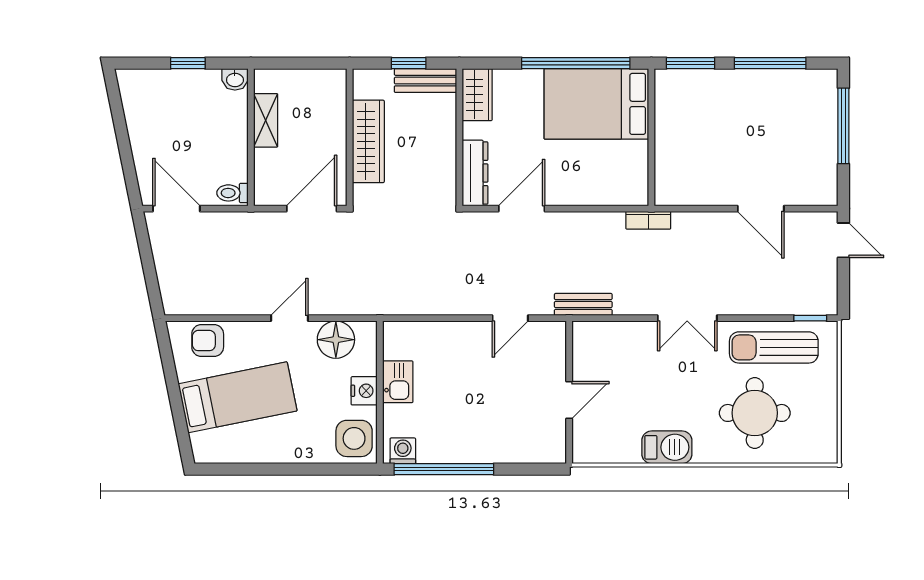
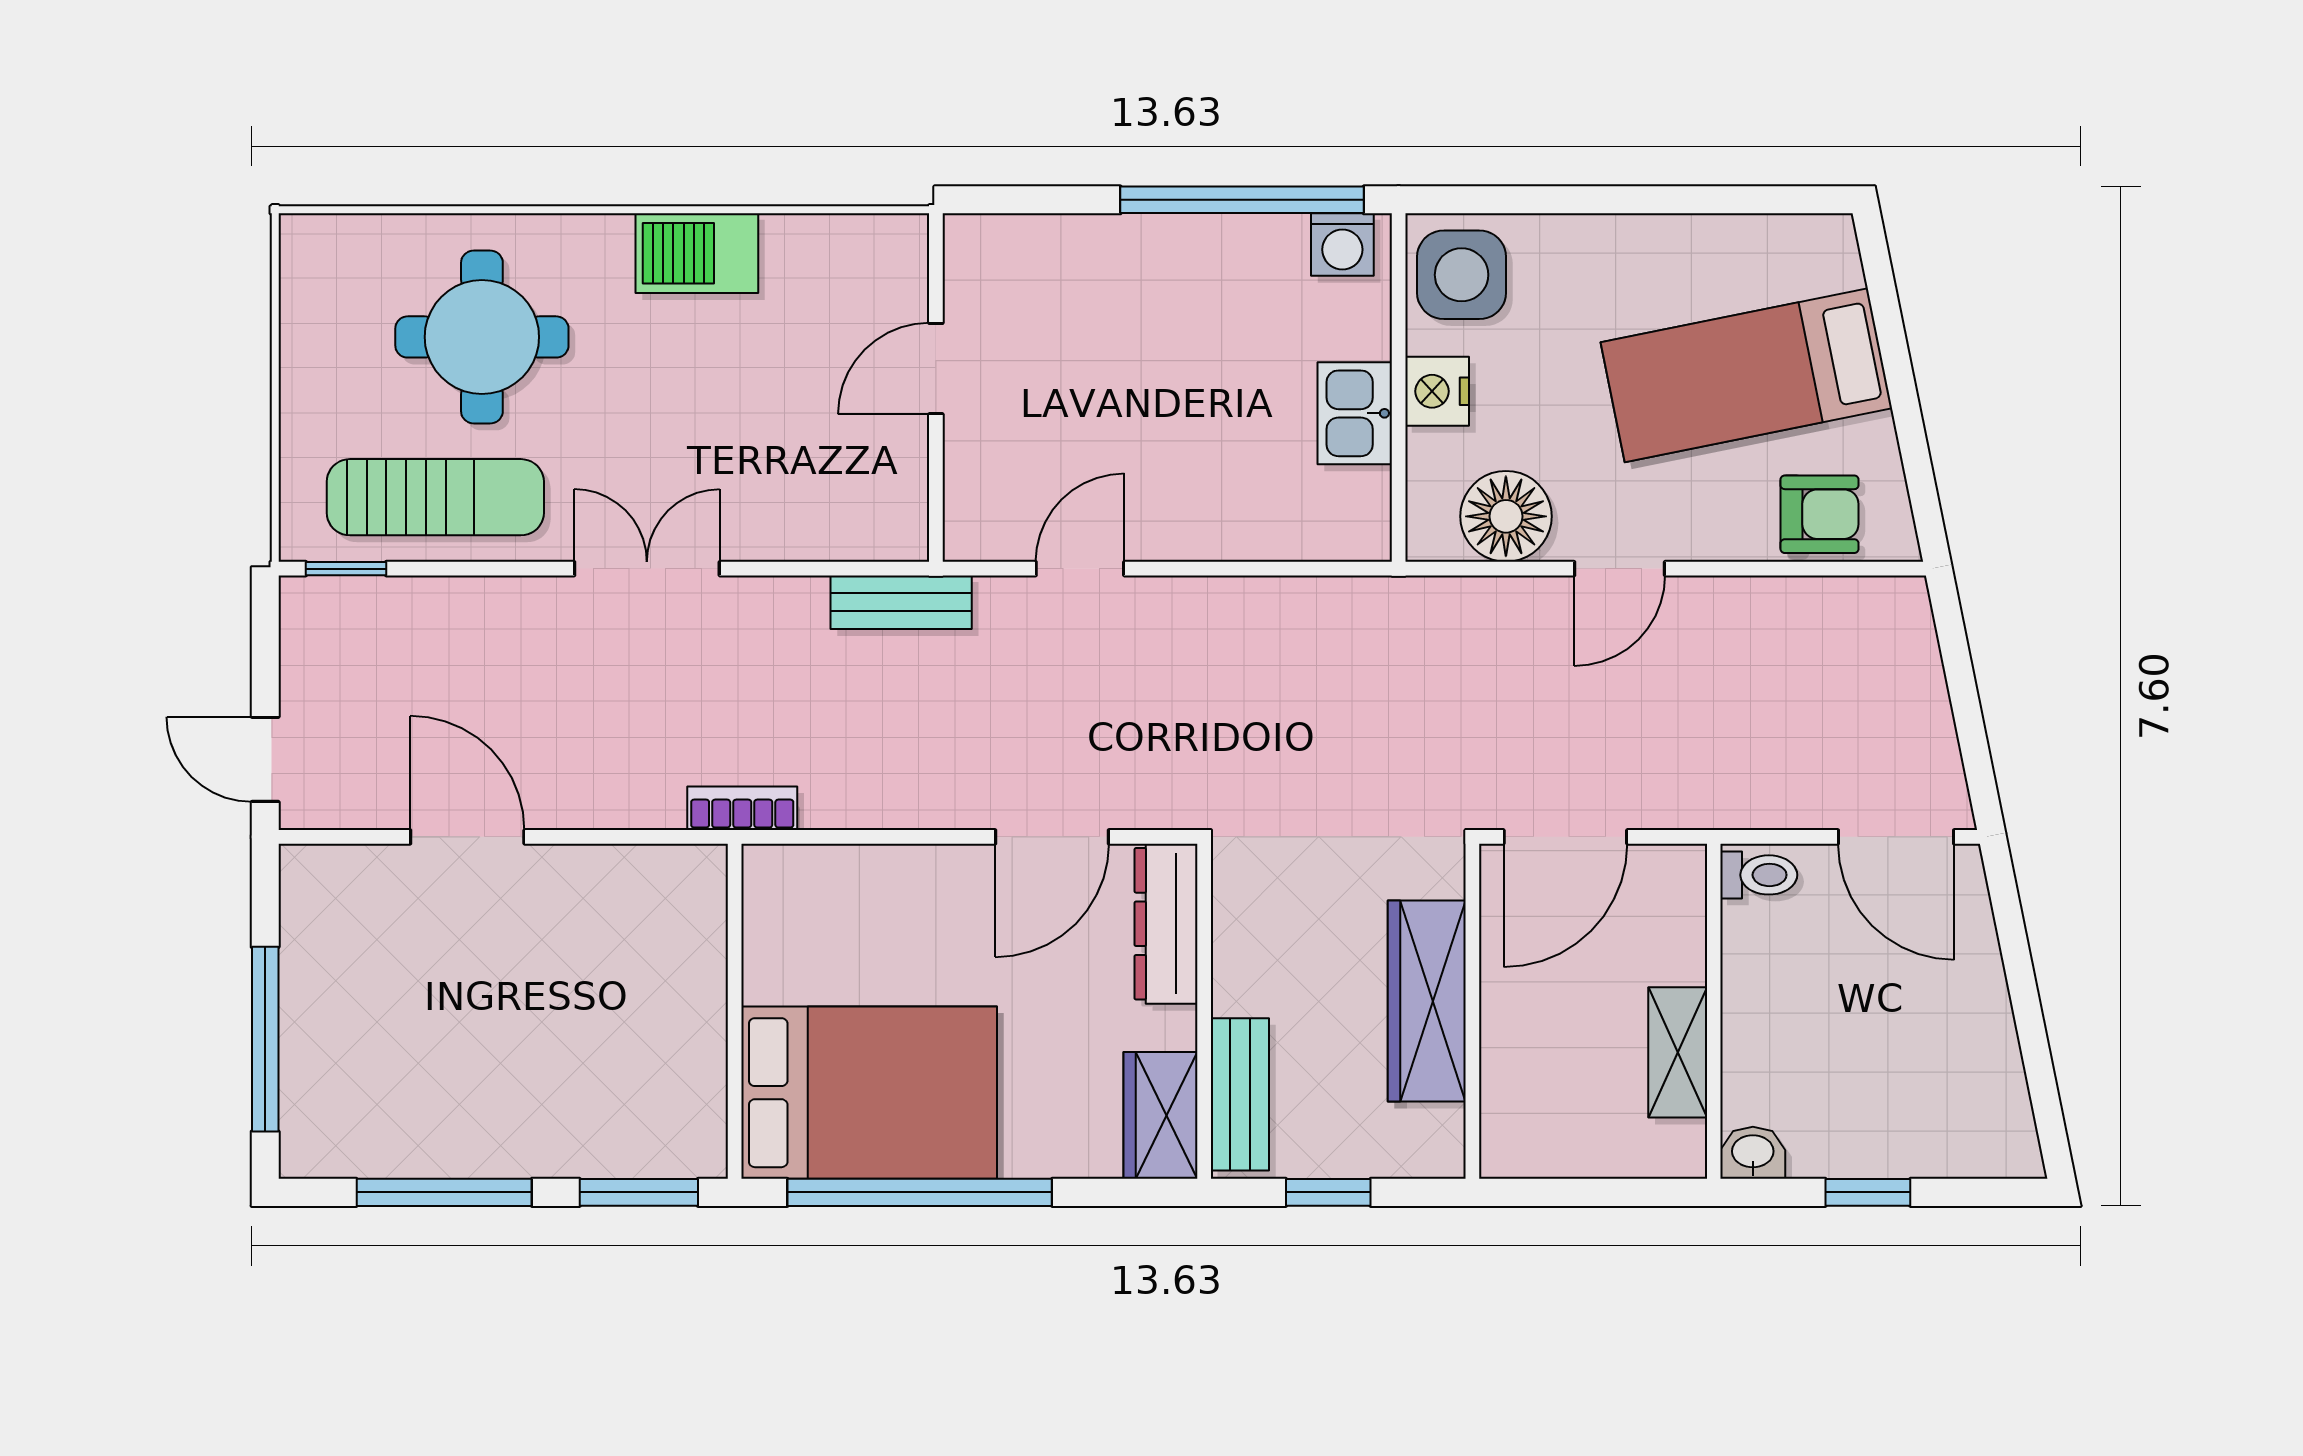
bench: (425, 81) -> (1240, 1094), moved, turned 90

